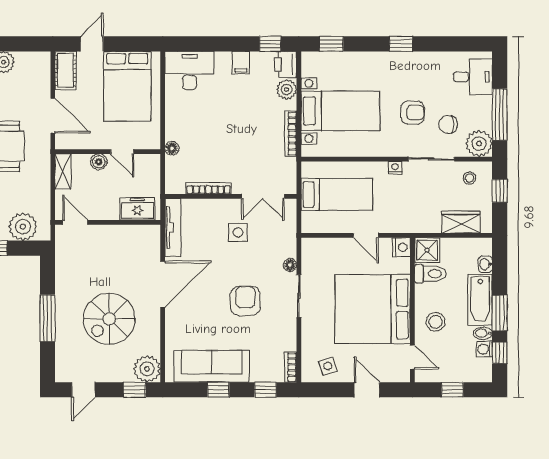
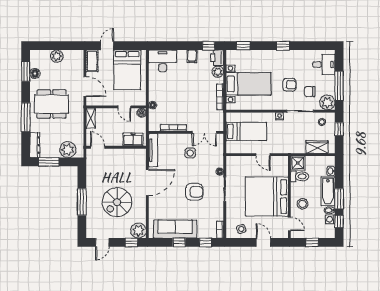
boiler: (99, 162) -> (142, 113), moved
nightstand: (401, 247) -> (283, 161), removed
armchair: (245, 301) -> (194, 192), turned 90

